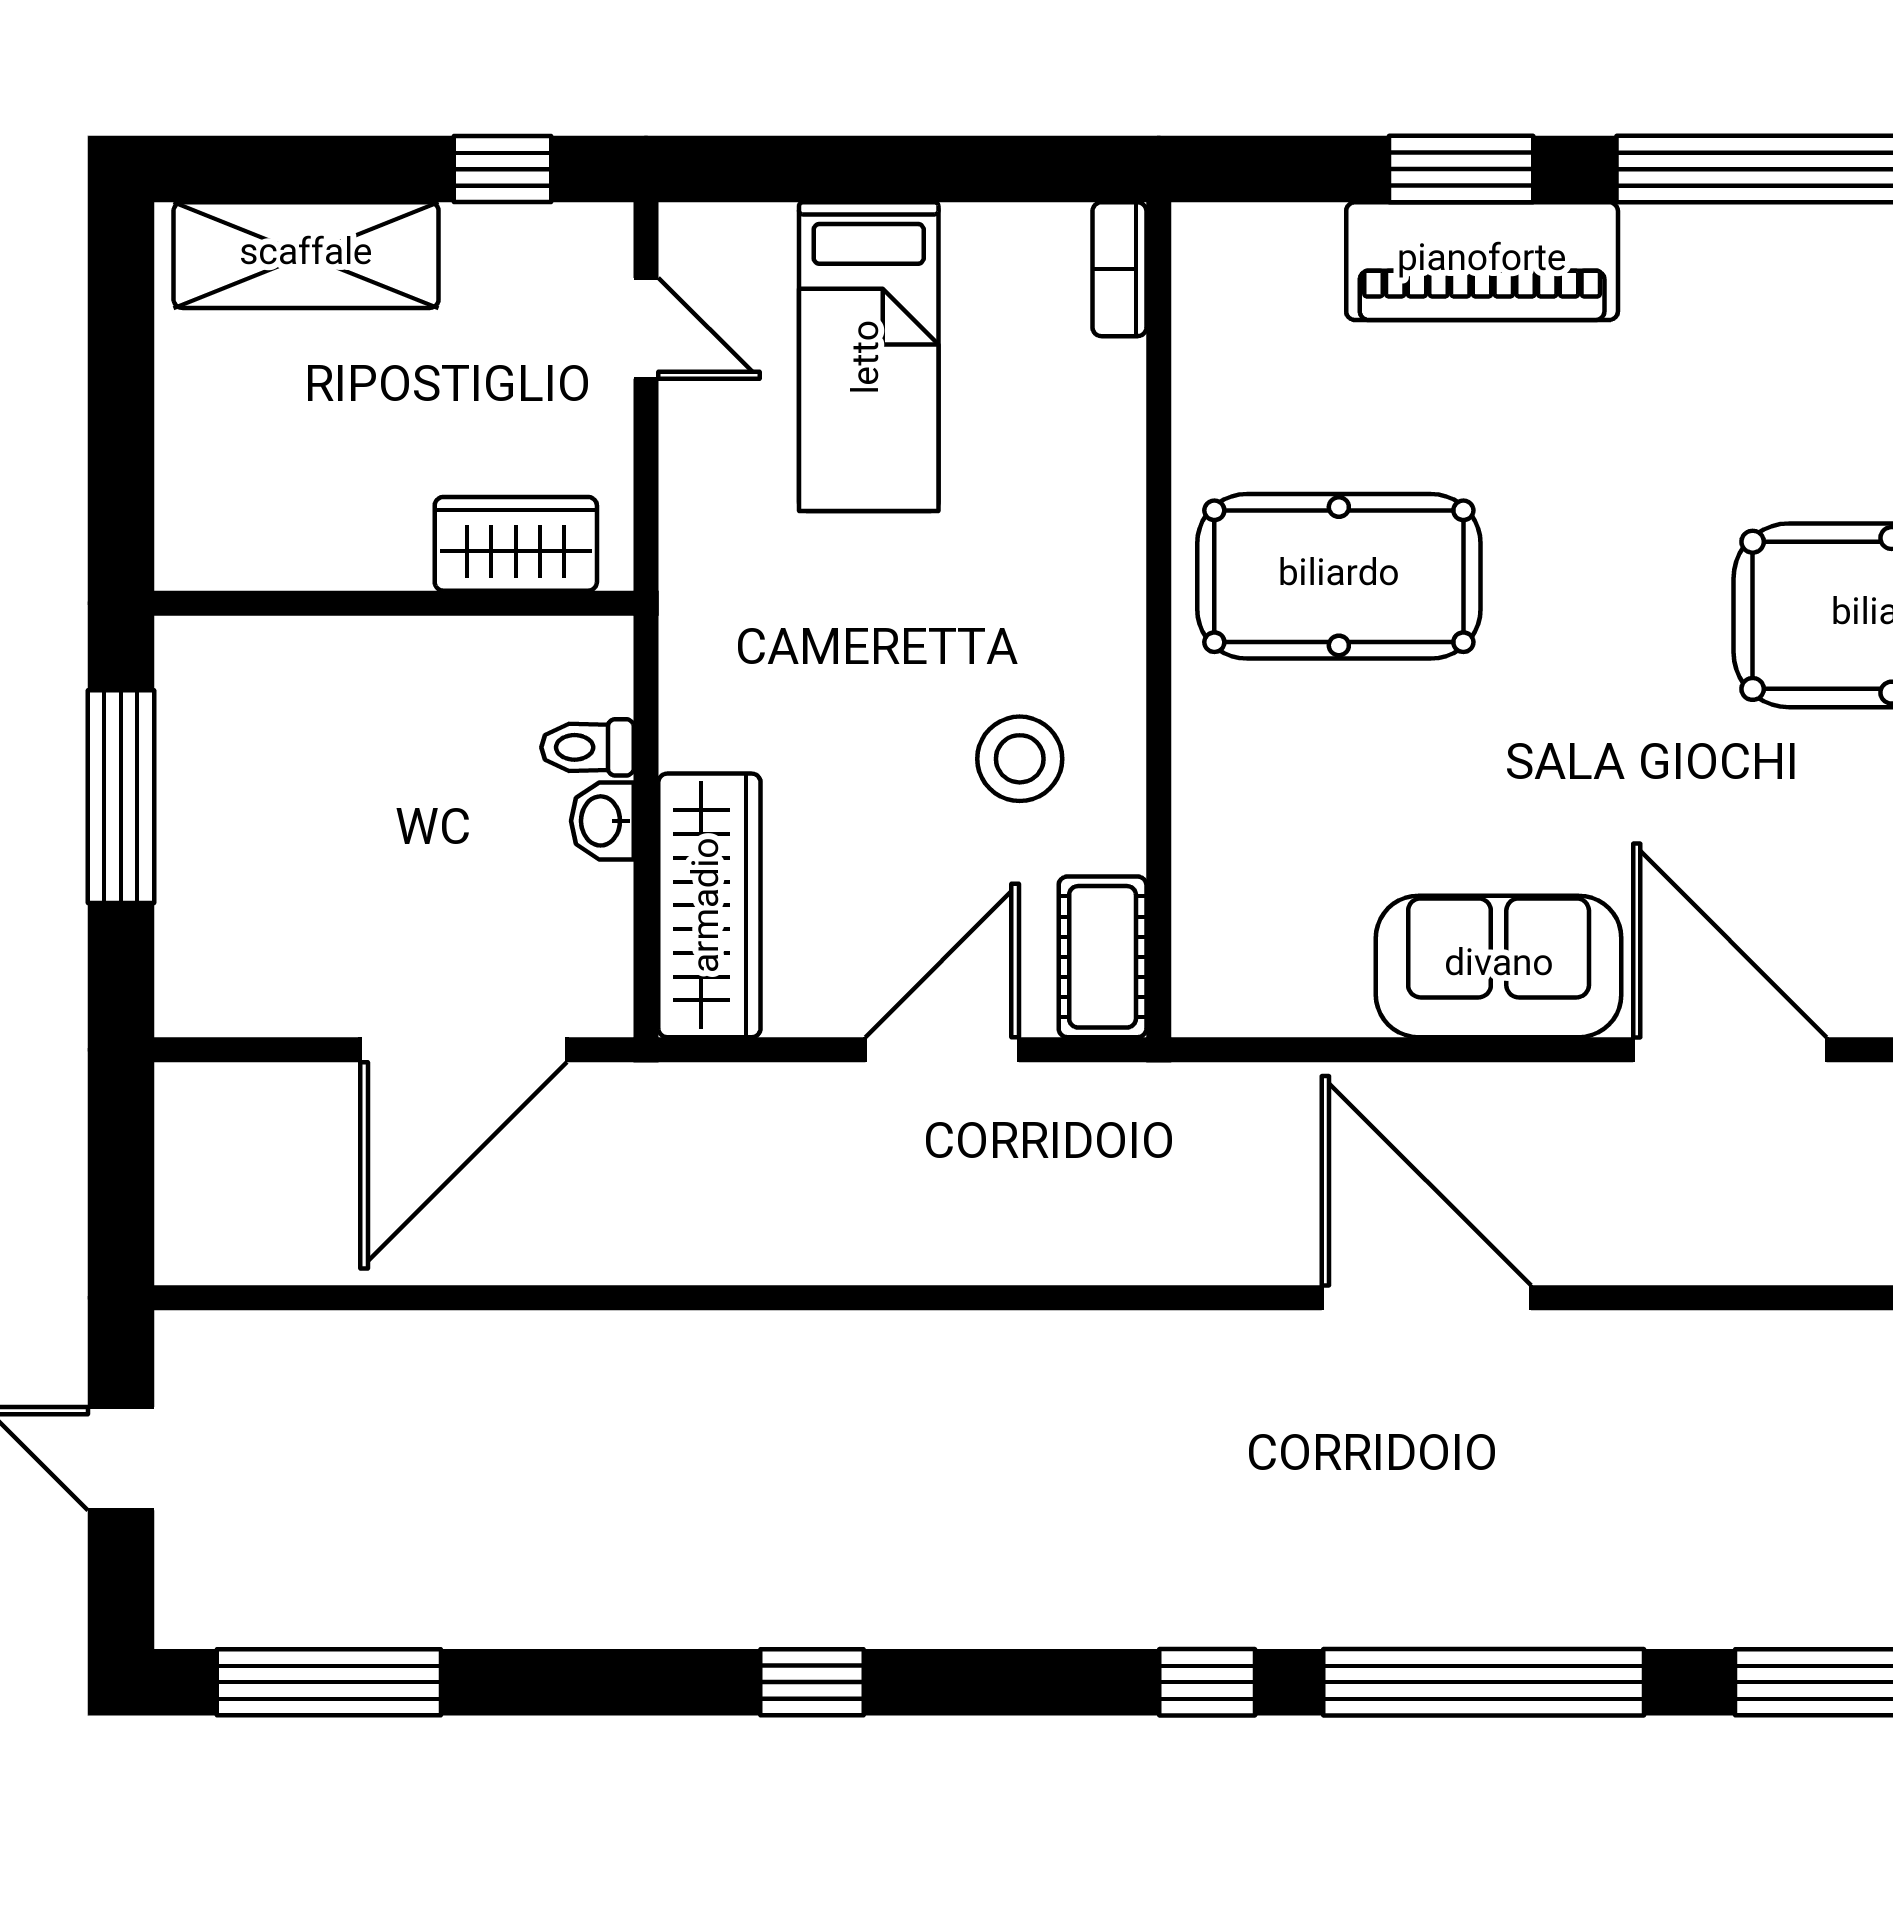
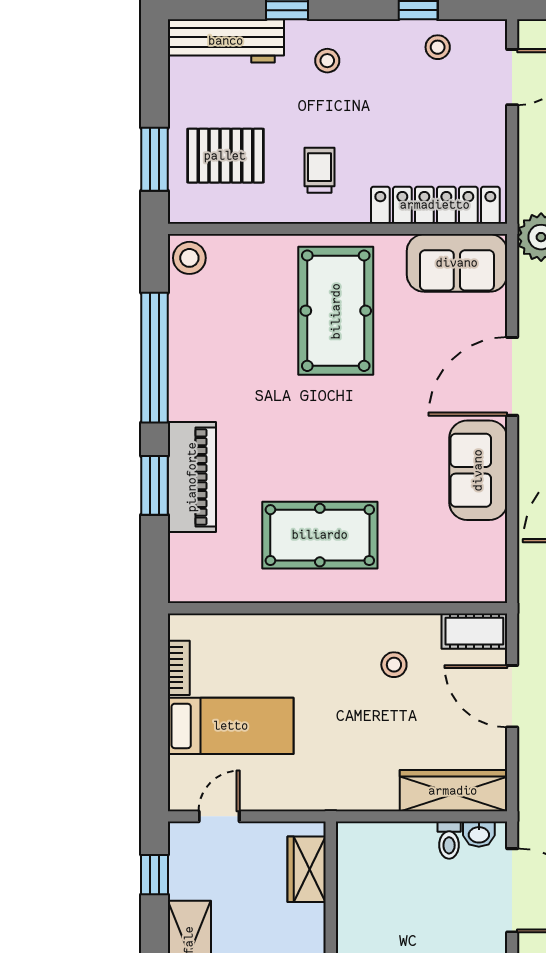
bookcase: (1119, 269) -> (179, 668), moved, turned -90
pool table: (1339, 576) -> (320, 535), turned 90
toilet: (587, 747) -> (449, 840), moved
stool: (1020, 759) -> (394, 665), width x0.73, depth x0.73
washbasin: (602, 821) -> (479, 834), moved

